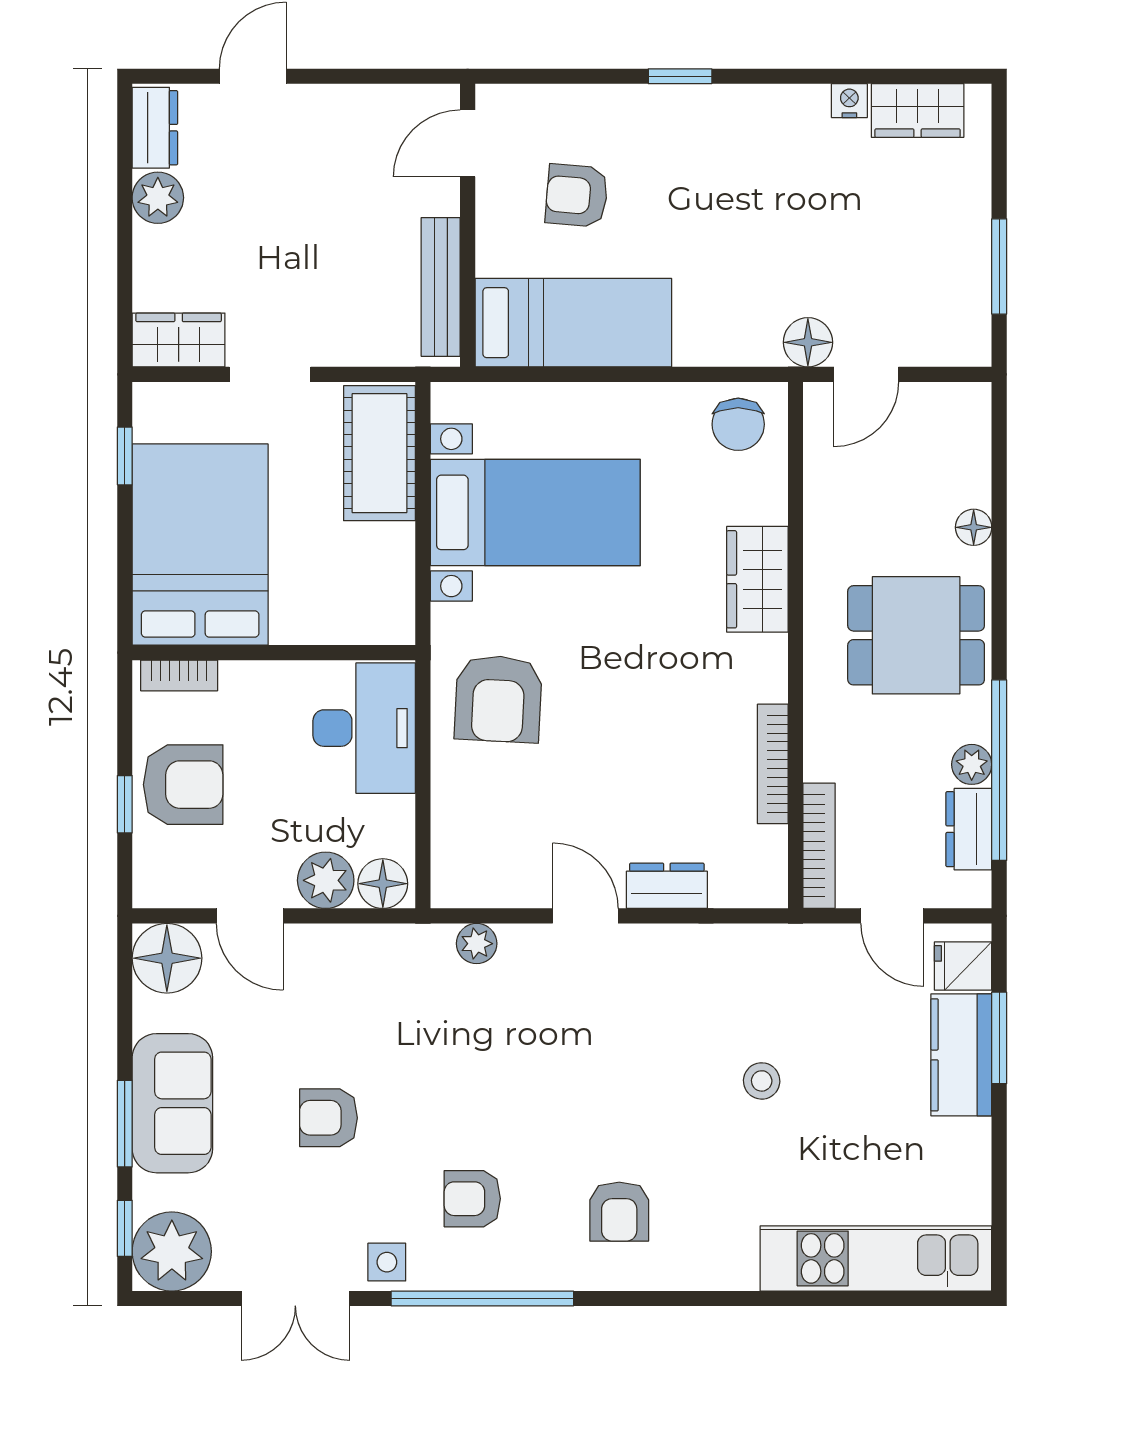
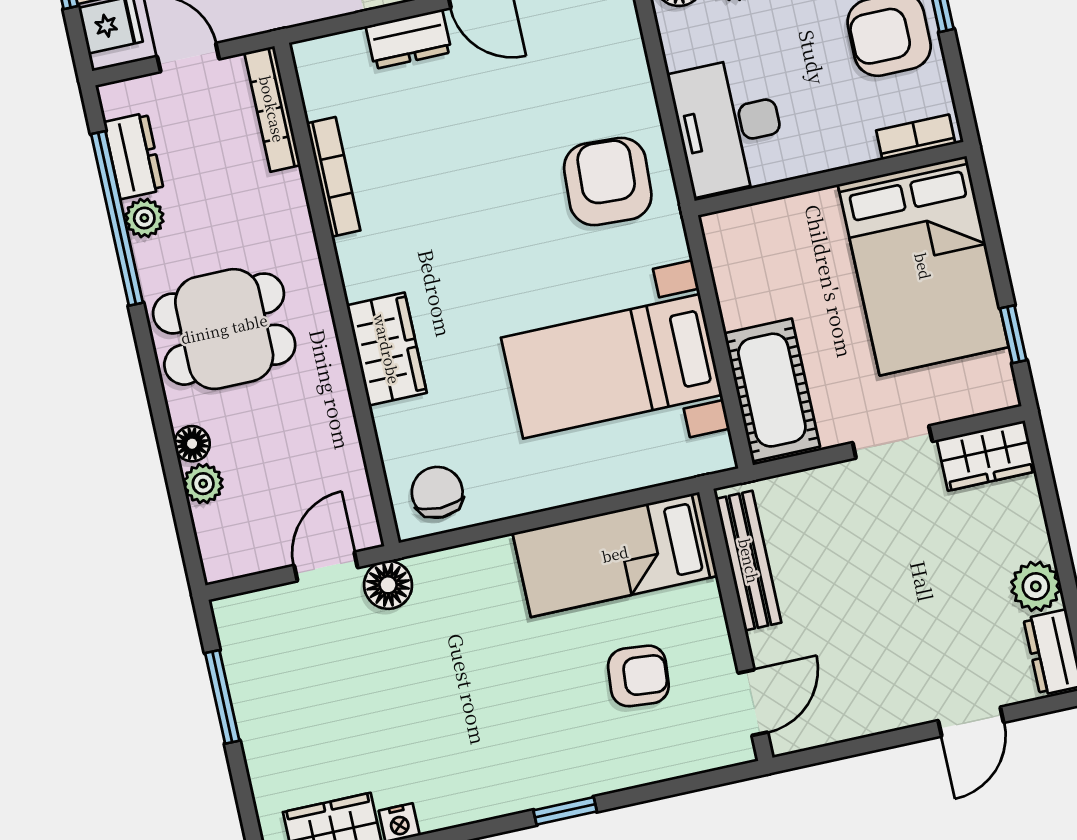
plant: (971, 485) -> (203, 484), added

